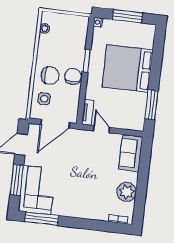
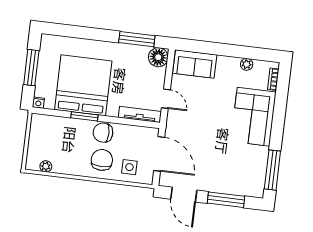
bed: (128, 68) -> (83, 85), moved, turned 180
tv unit: (88, 112) -> (140, 114), width x1.41
floor lamp: (136, 123) -> (158, 57), added
door: (101, 129) -> (166, 99), swing flipped
corner sofa: (37, 190) -> (253, 117), moved, turned -90
plant: (127, 192) -> (247, 64), width x0.53, depth x0.53

